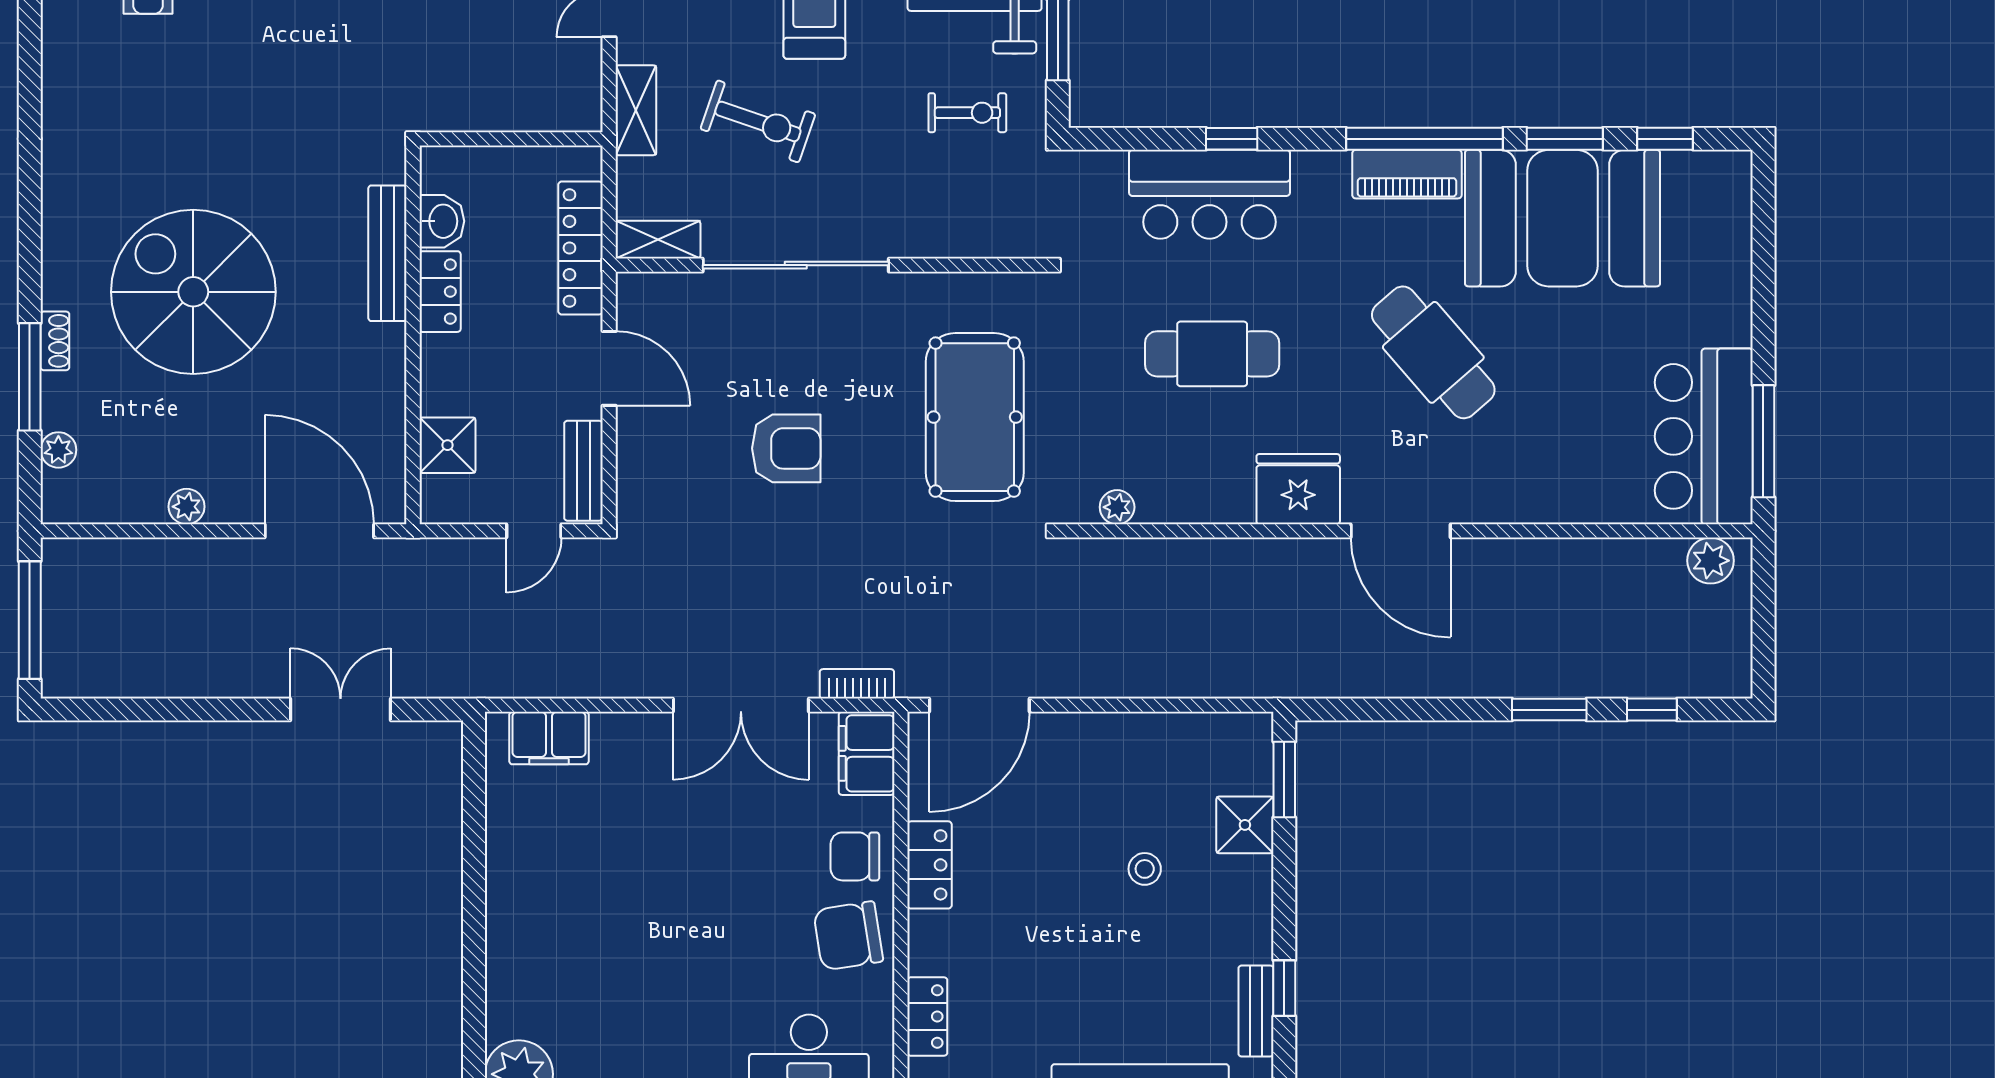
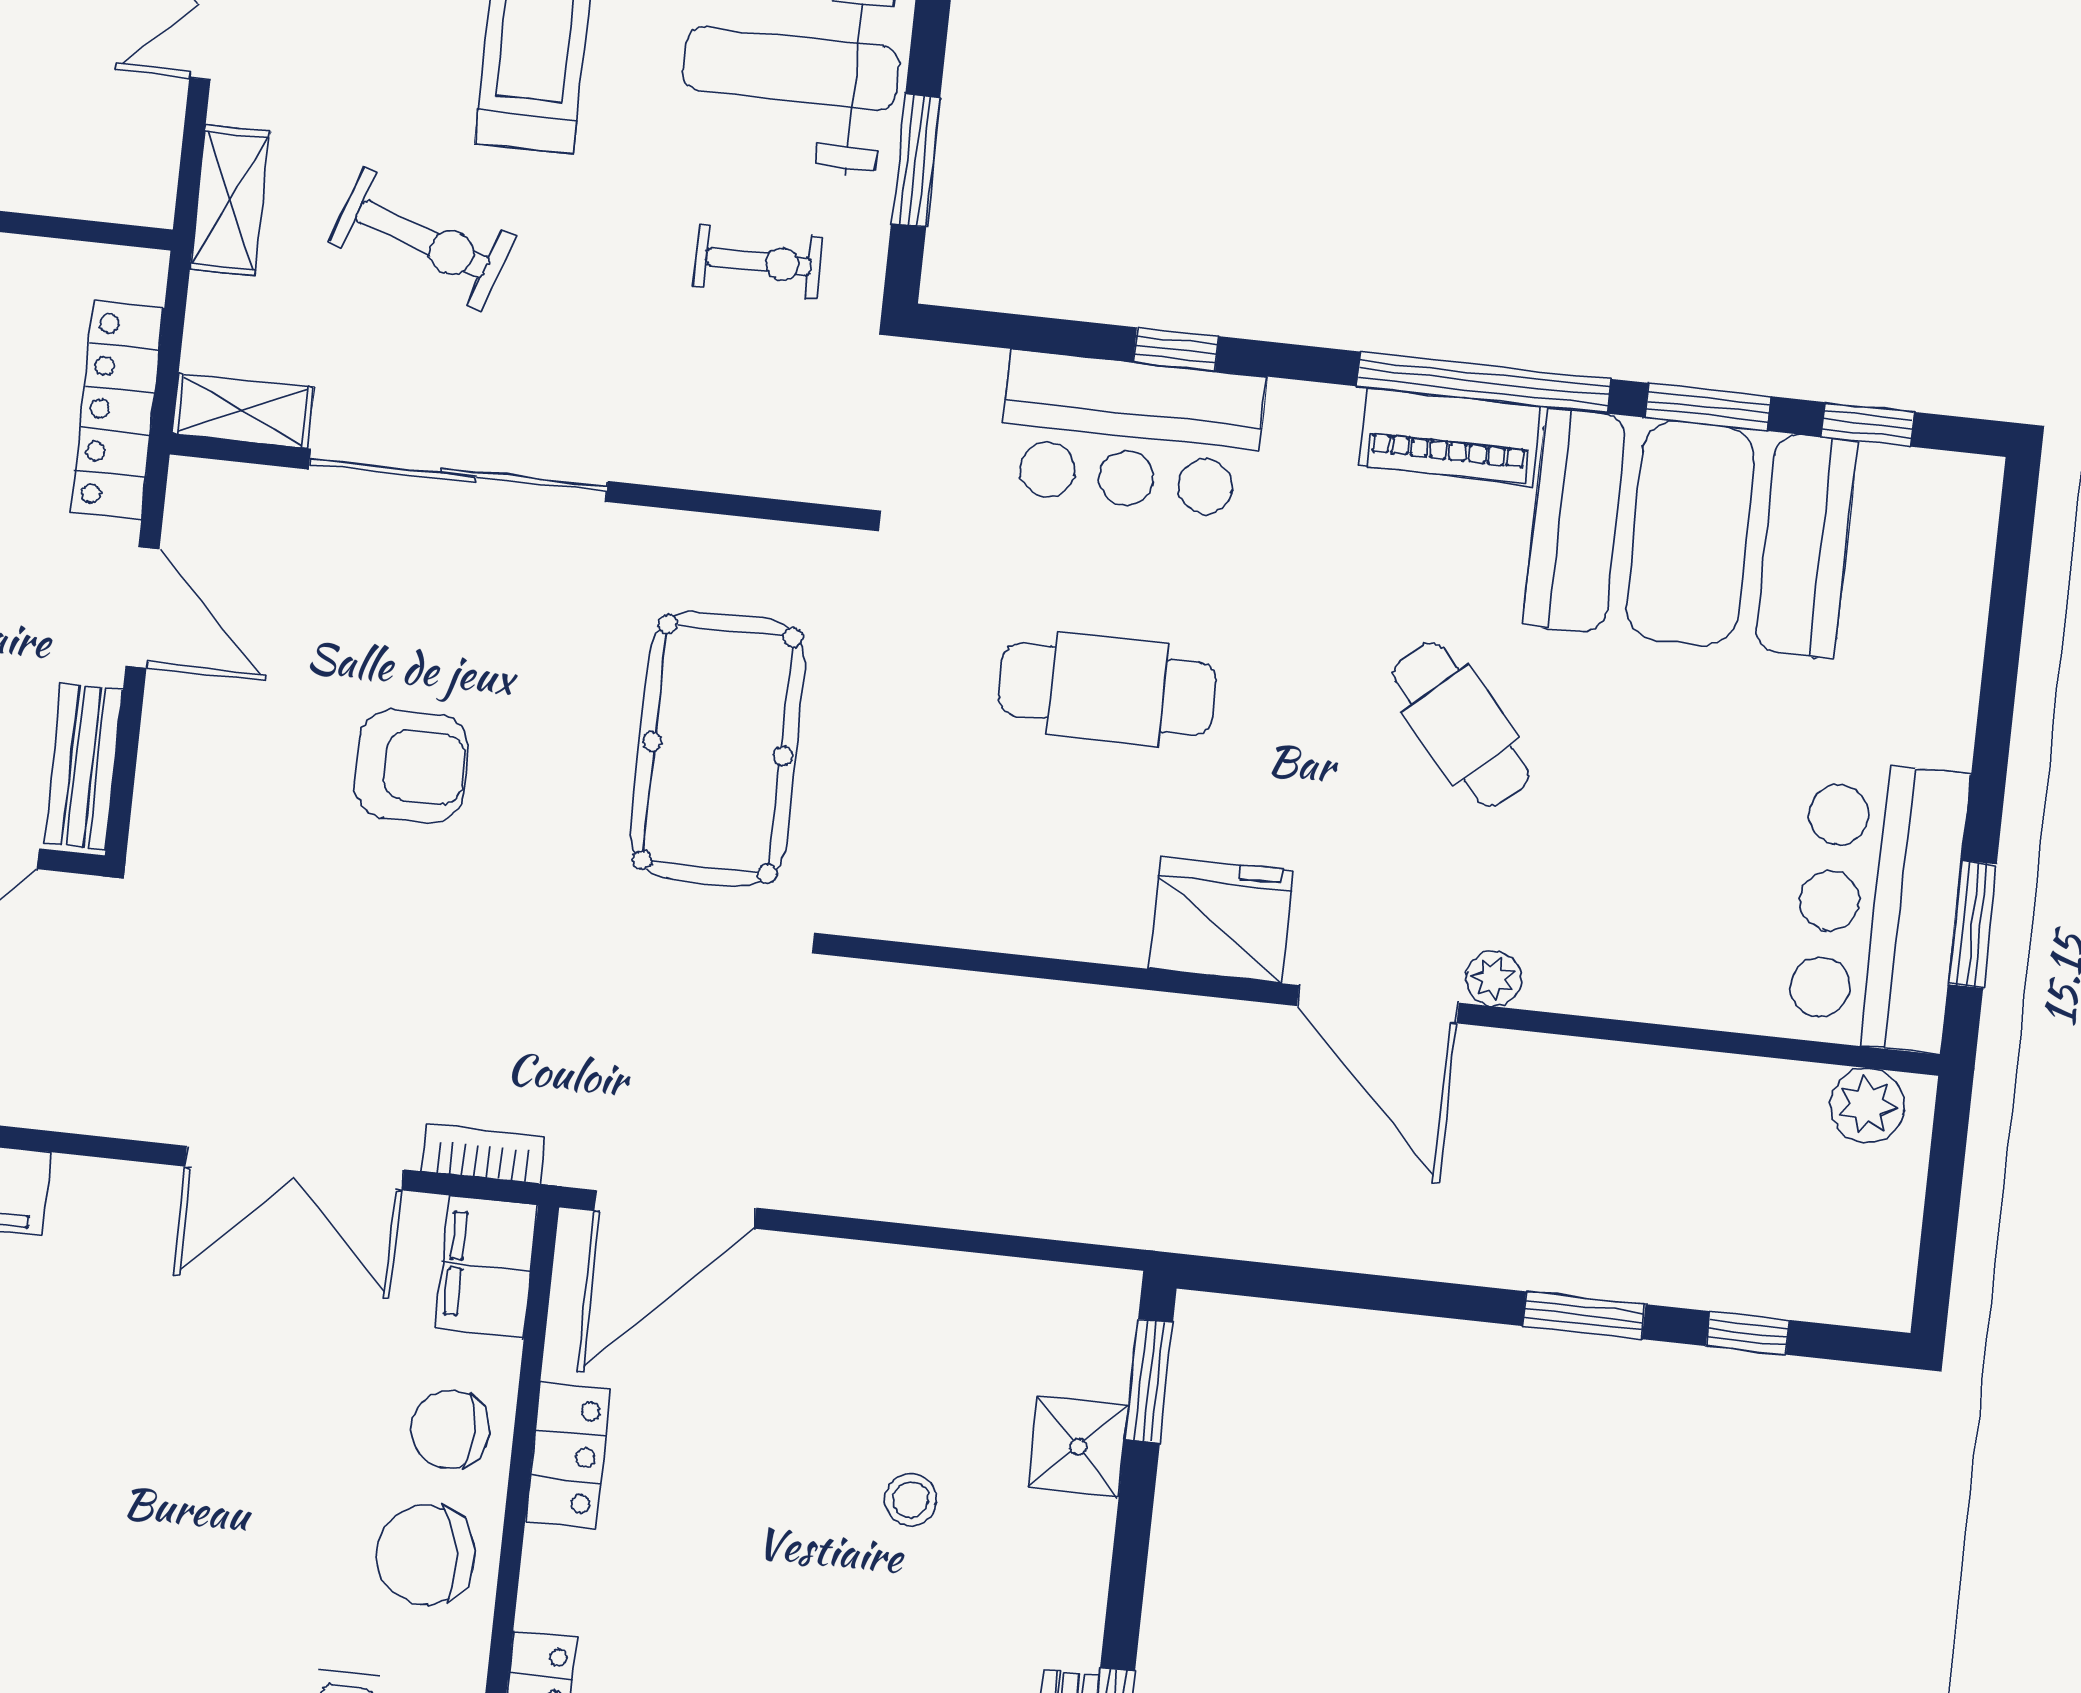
cafe table: (1433, 352) -> (1461, 725), width x0.73, depth x0.74
window: (1763, 441) -> (1972, 924), width x0.69
plant: (1117, 507) -> (1494, 979), moved

